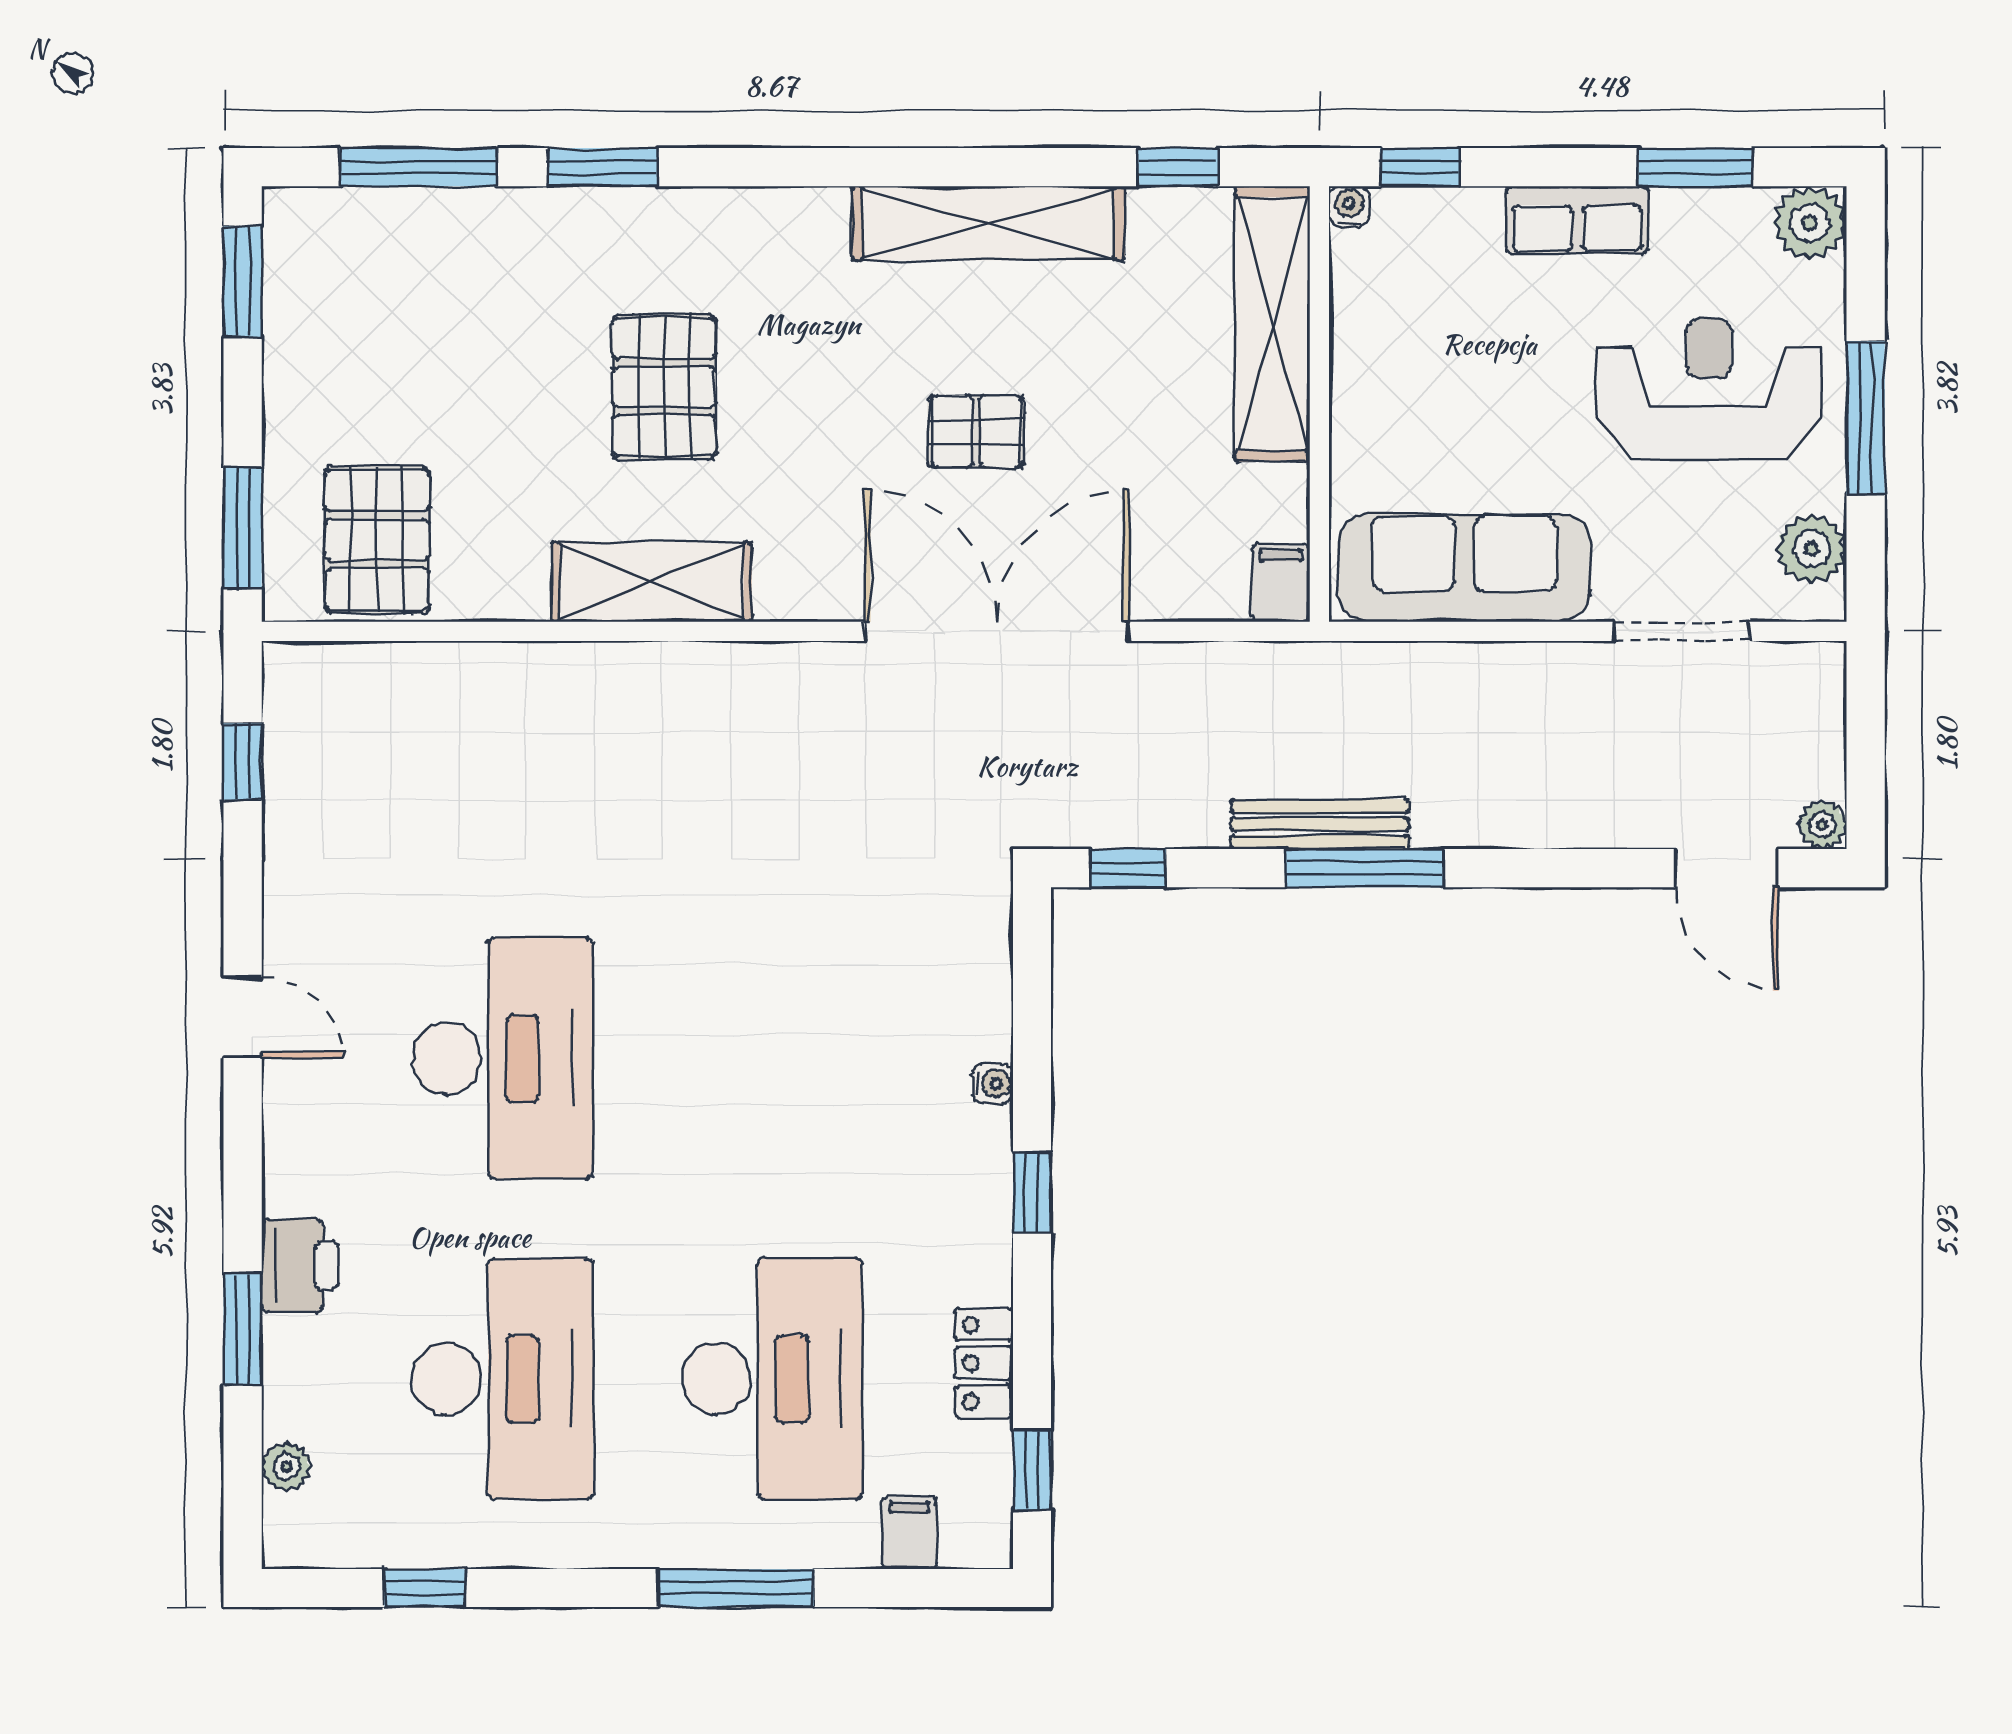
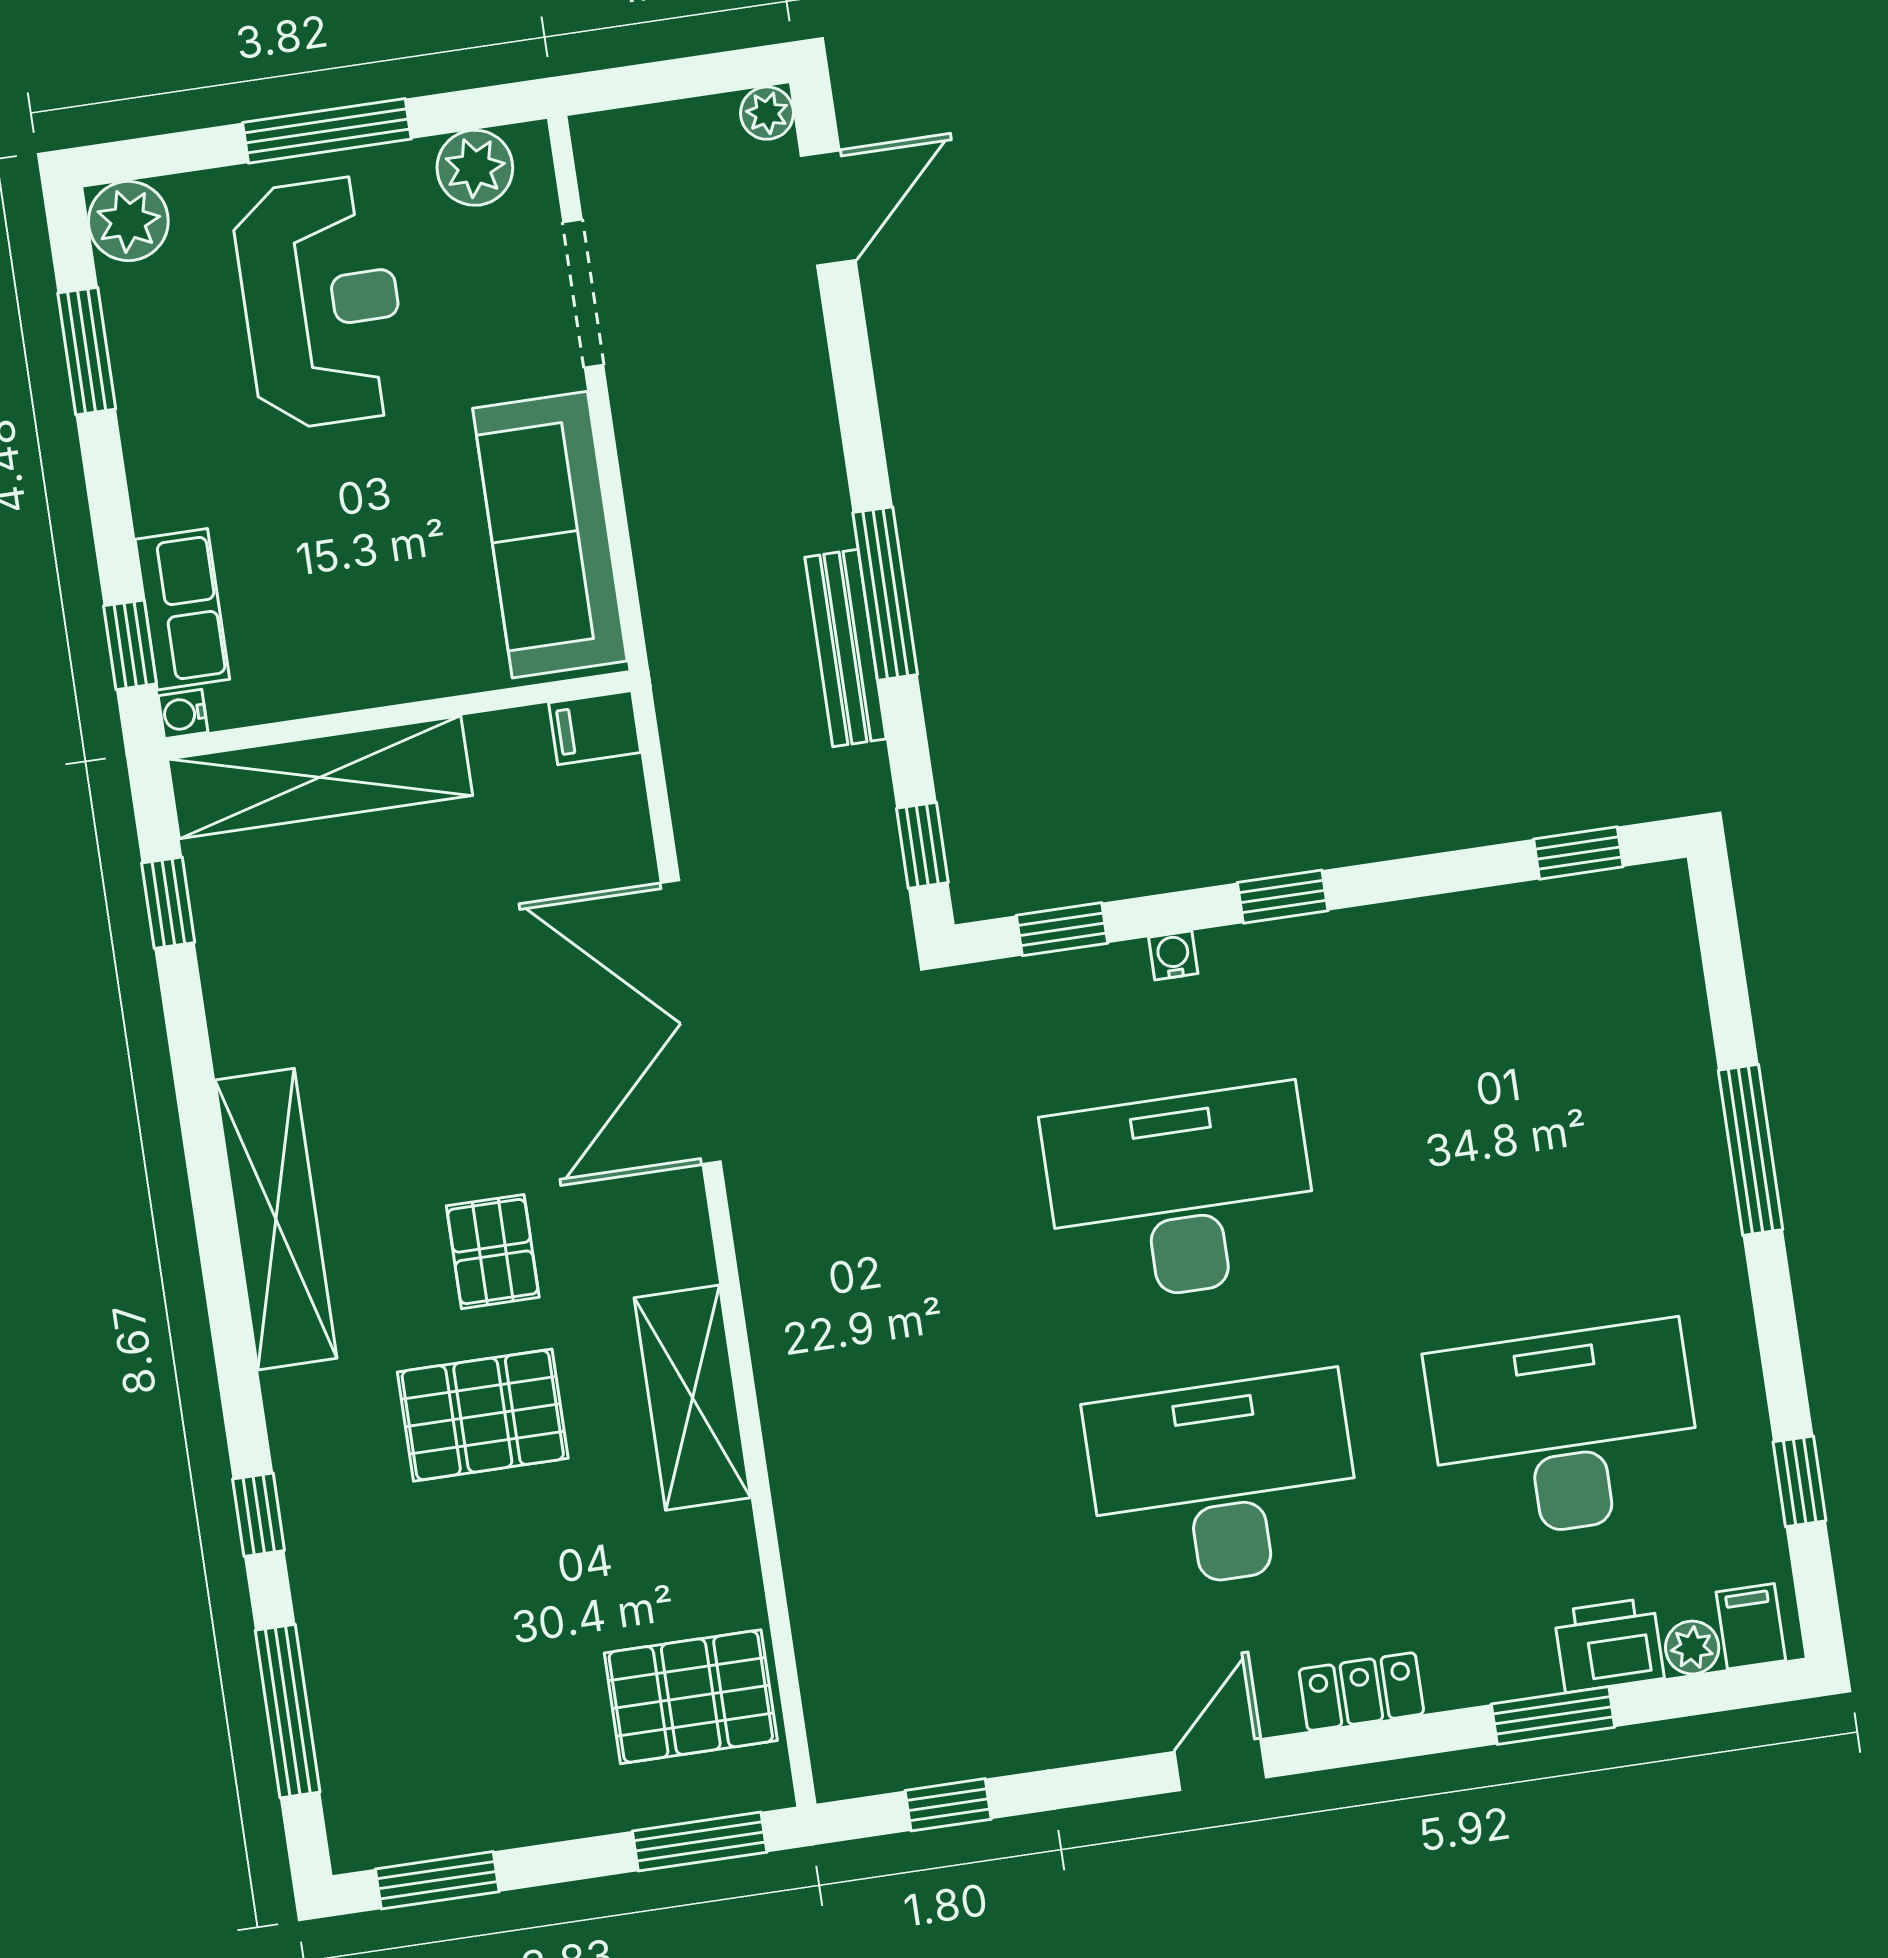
window: (603, 167) -> (259, 1515), width x0.67
row of seats: (1577, 220) -> (182, 609), moved
shelving: (988, 223) -> (276, 1219), moved
reception desk: (1709, 389) -> (321, 303), turned 180
pallet: (976, 432) -> (493, 1252), moved
window: (1032, 985) -> (1062, 929), added
printer: (300, 1266) -> (1609, 1645), moved
locker: (984, 1363) -> (1361, 1692), moved, turned 180
desk: (772, 1379) -> (1181, 1194), moved
filing cabinet: (909, 1533) -> (1751, 1626), moved, turned 90

